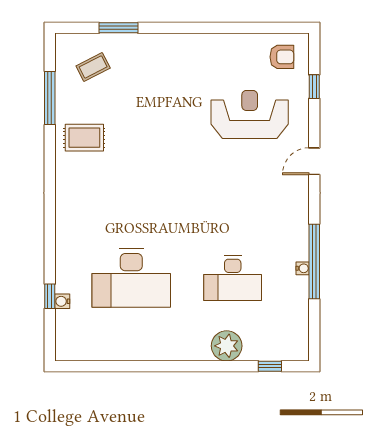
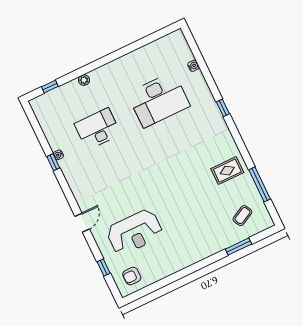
window: (314, 262) -> (53, 162), width x0.32
desk: (131, 278) -> (159, 100), turned 180
window: (50, 296) -> (223, 108), moved
plant: (227, 346) -> (84, 80), width x0.53, depth x0.53

